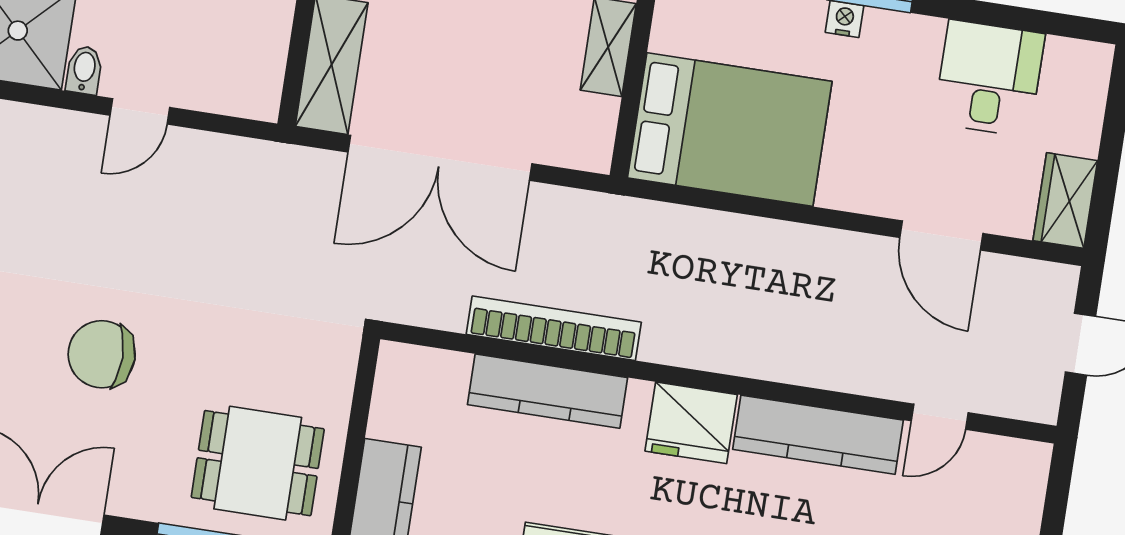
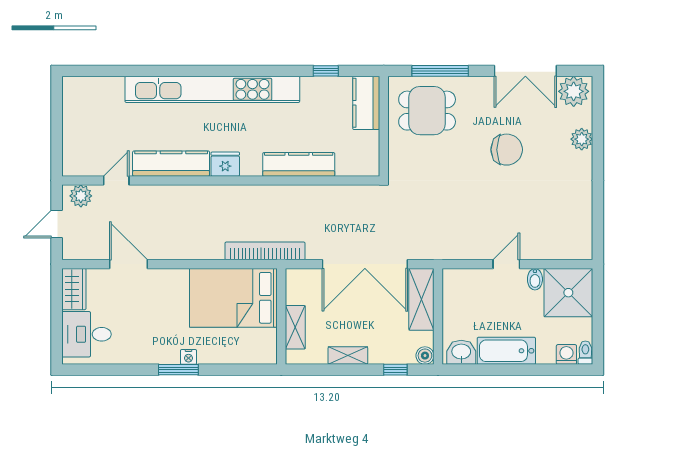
desk: (989, 78) -> (86, 334), moved, turned 90
double door: (440, 158) -> (365, 264), swing flipped
bookcase: (554, 328) -> (265, 251), moved, turned 180
plant: (1020, 396) -> (81, 196), added
fridge: (691, 423) -> (225, 164), width x0.73, depth x0.75

